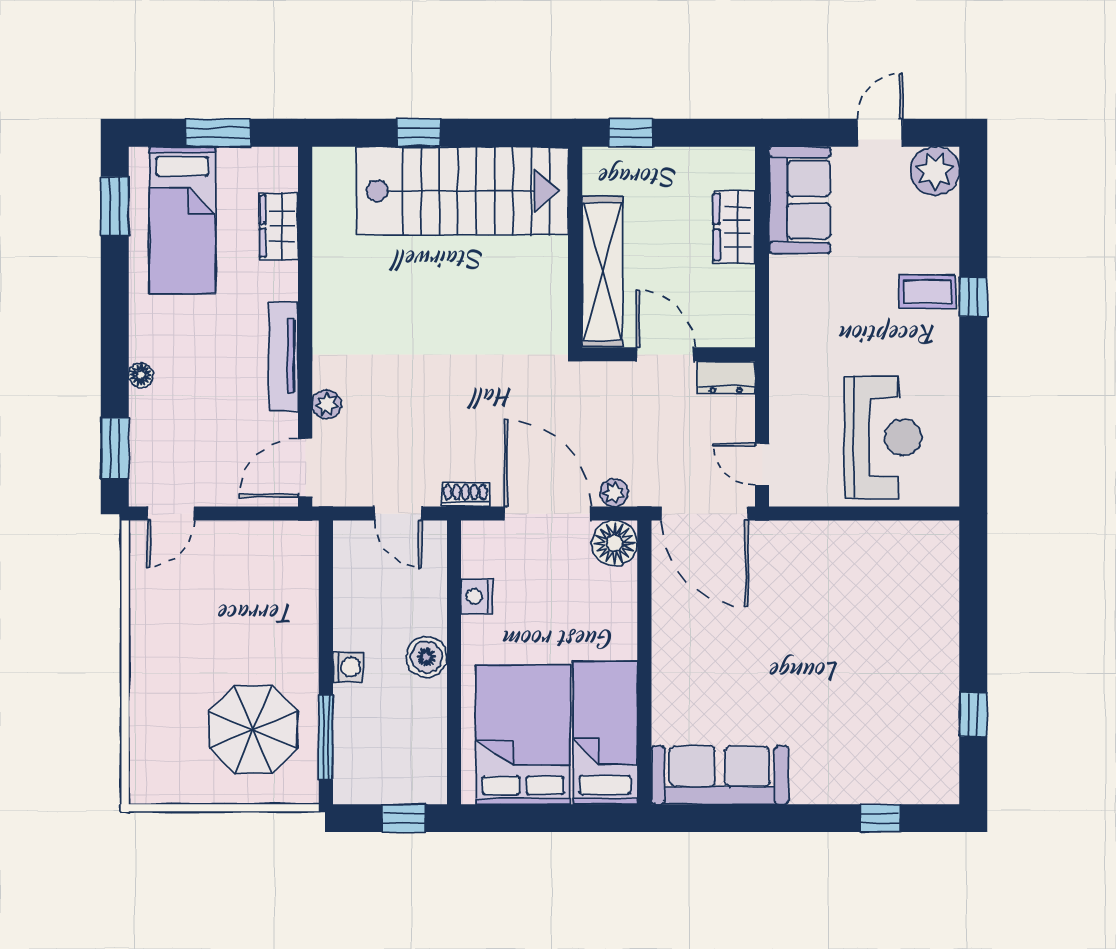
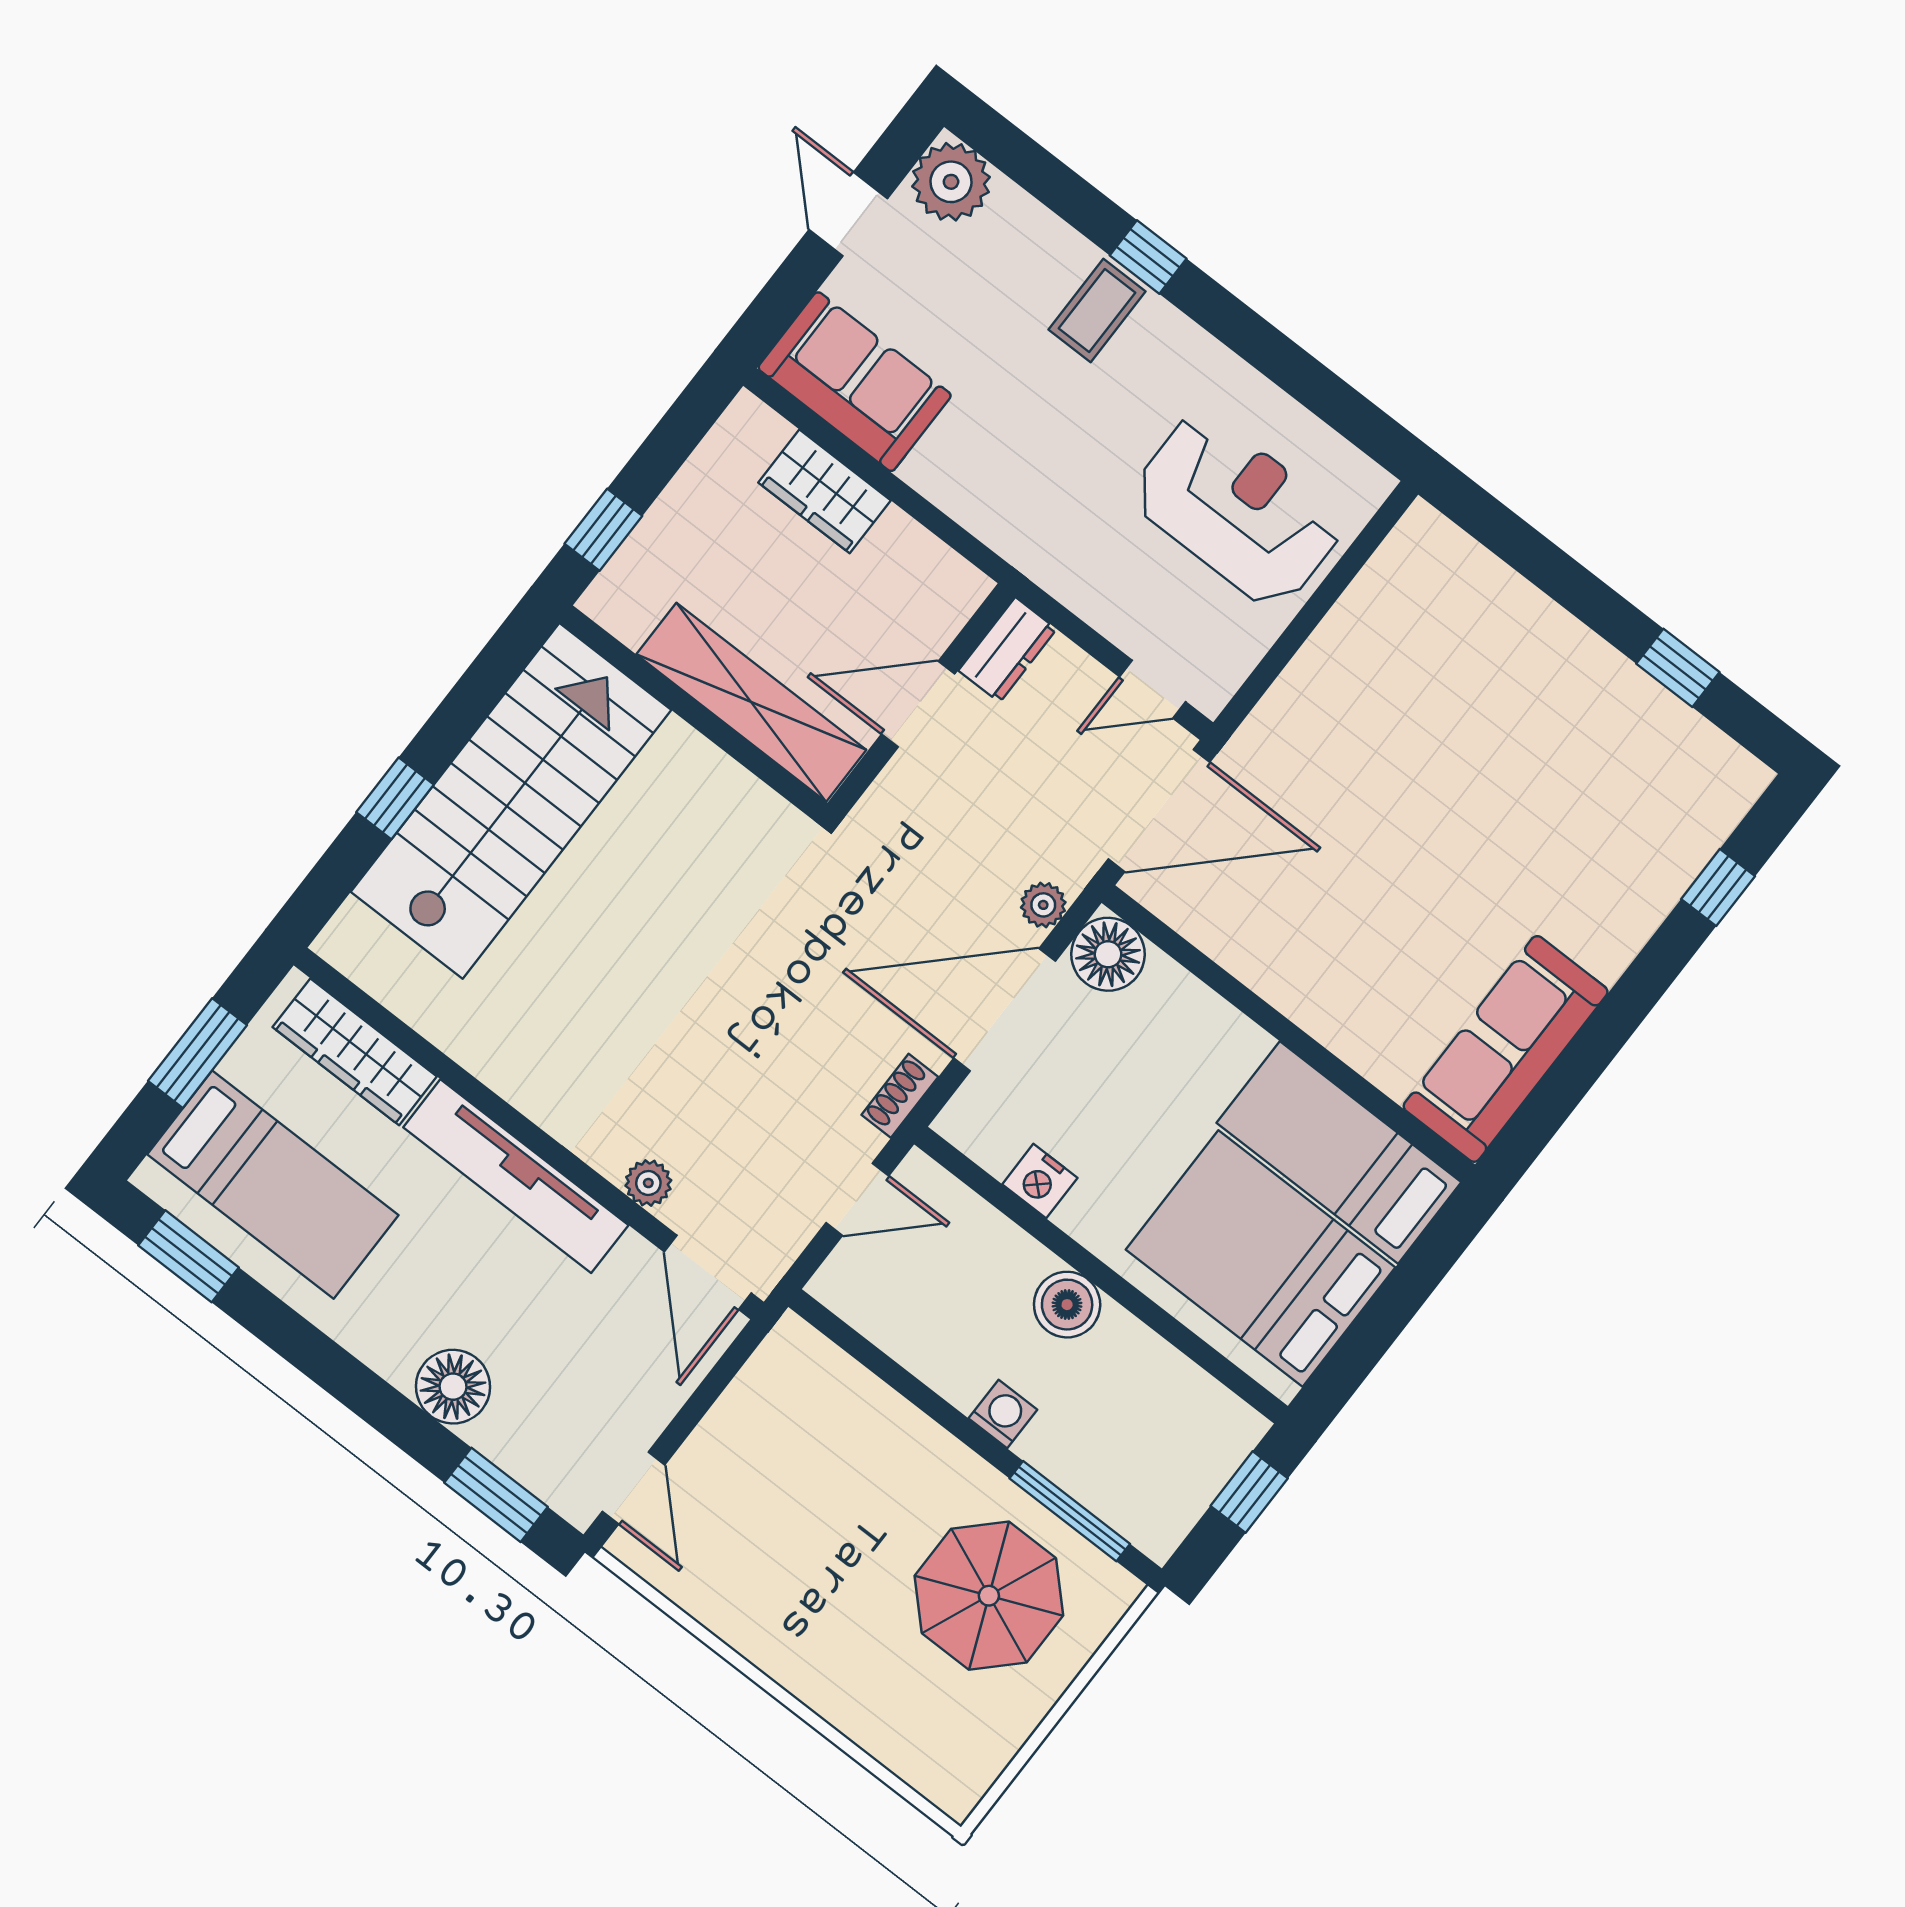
wardrobe: (279, 226) -> (355, 1052), width x1.50
tv unit: (283, 356) -> (516, 1176), width x1.36, depth x1.29
floor lamp: (141, 375) -> (453, 1387), width x1.89, depth x1.89

